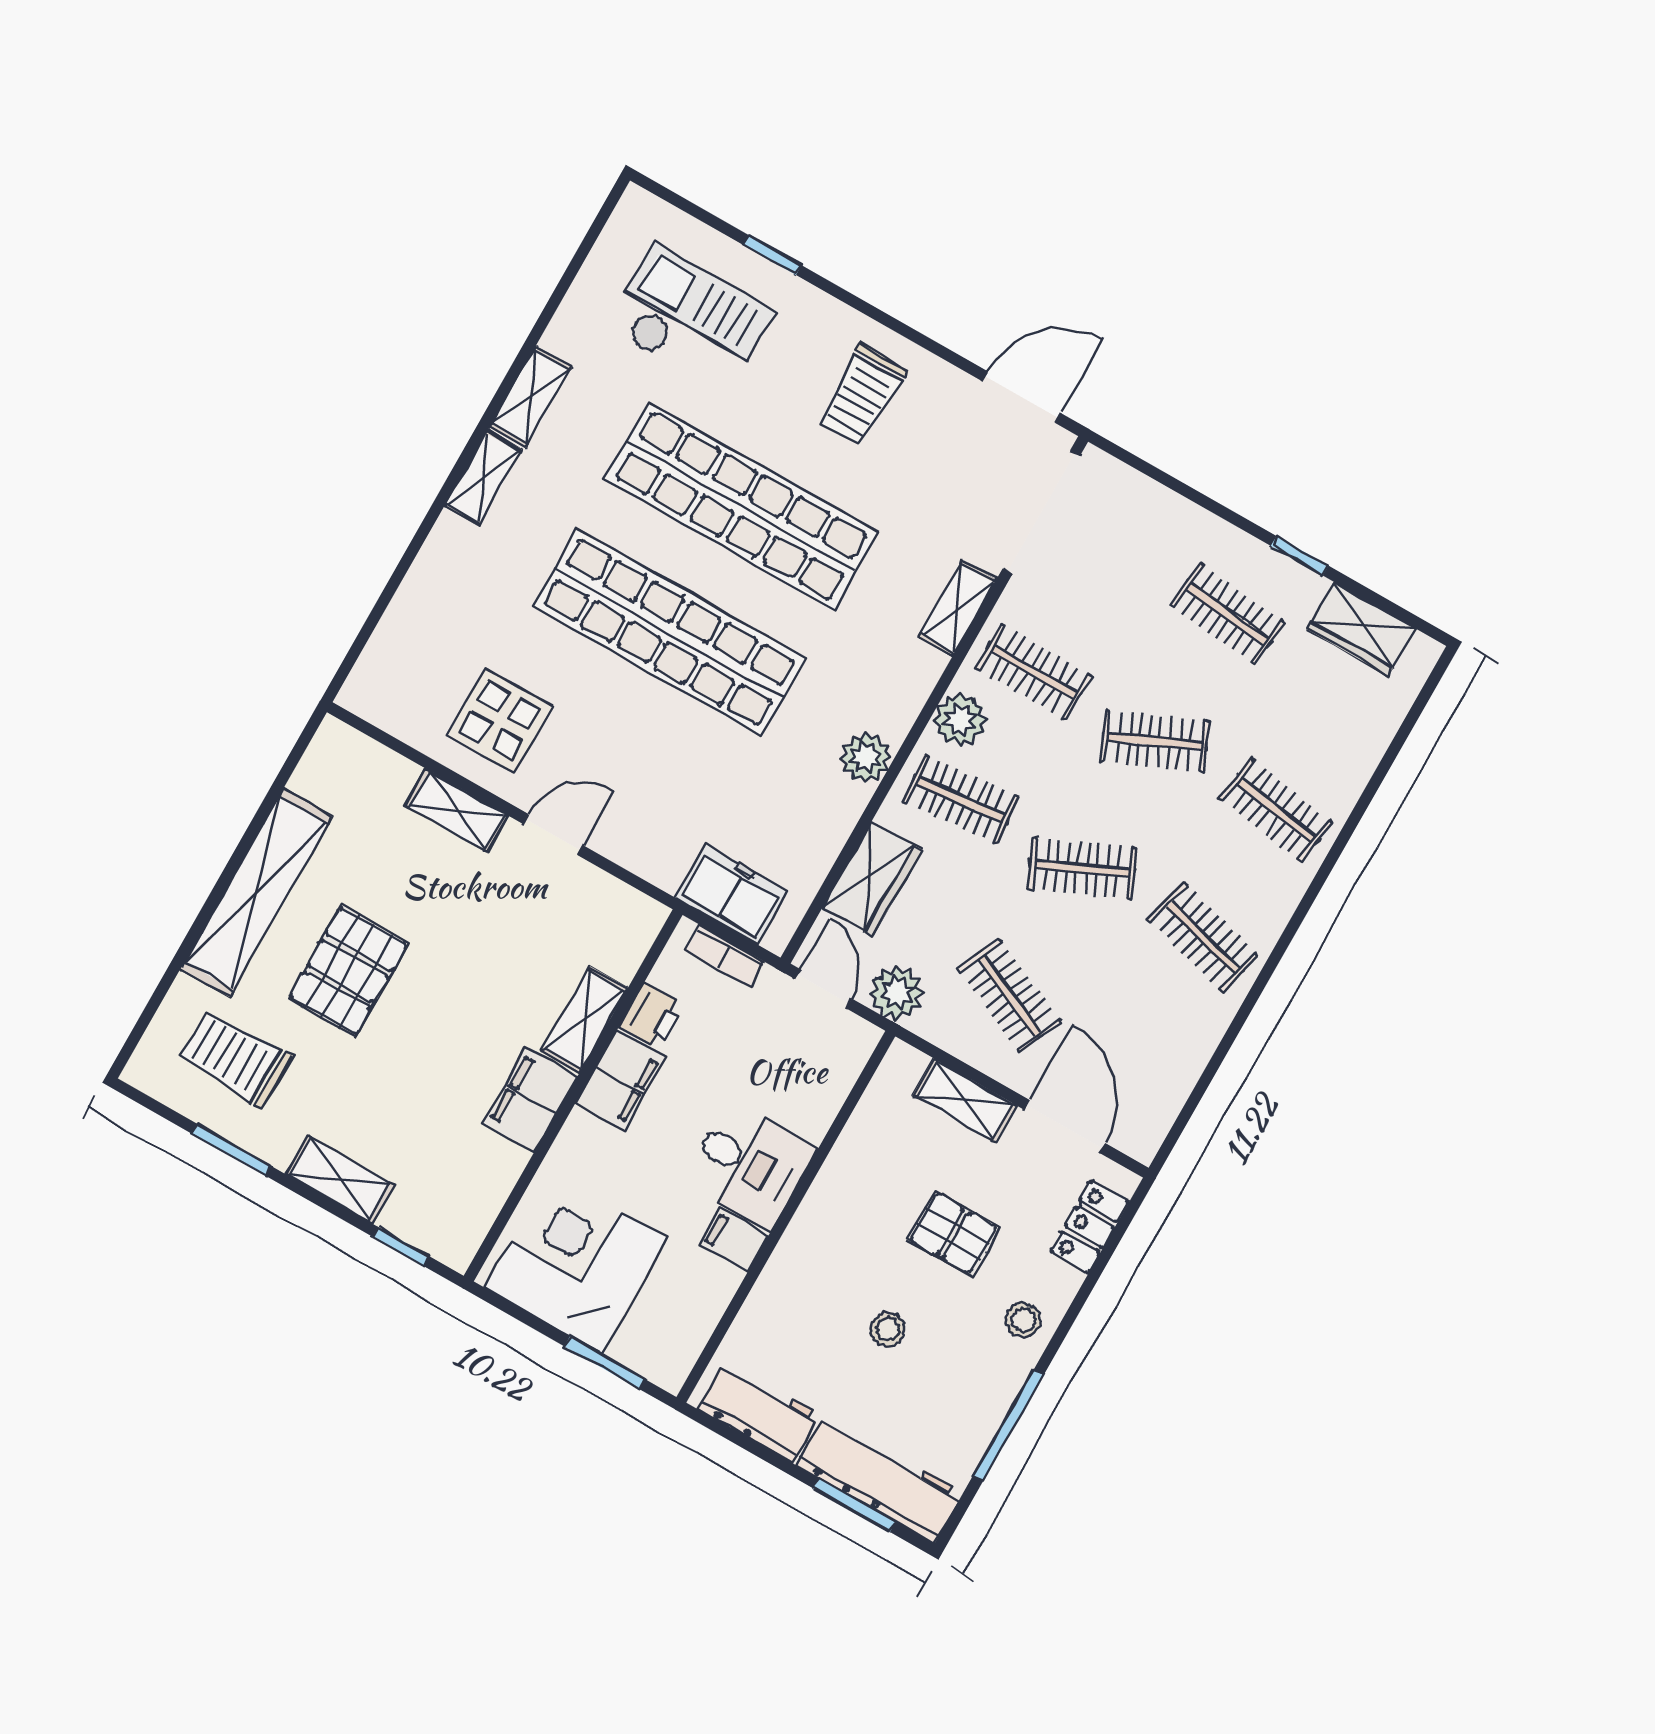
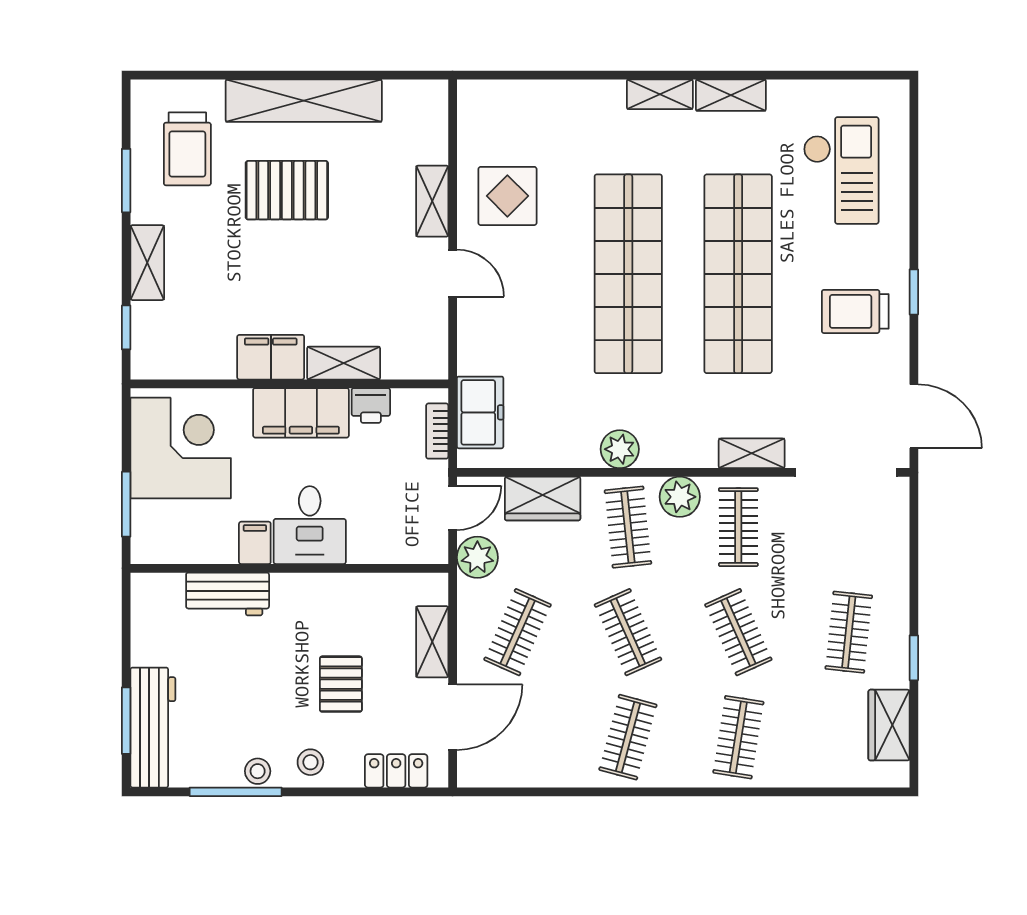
window: (772, 255) -> (914, 292), moved
trolley: (235, 1059) -> (187, 149), turned 180
filing cabinet: (621, 1080) -> (301, 413), width x1.50, depth x1.17
stool: (888, 1329) -> (258, 771), moved
workbench: (759, 1411) -> (228, 594), moved, turned 90

